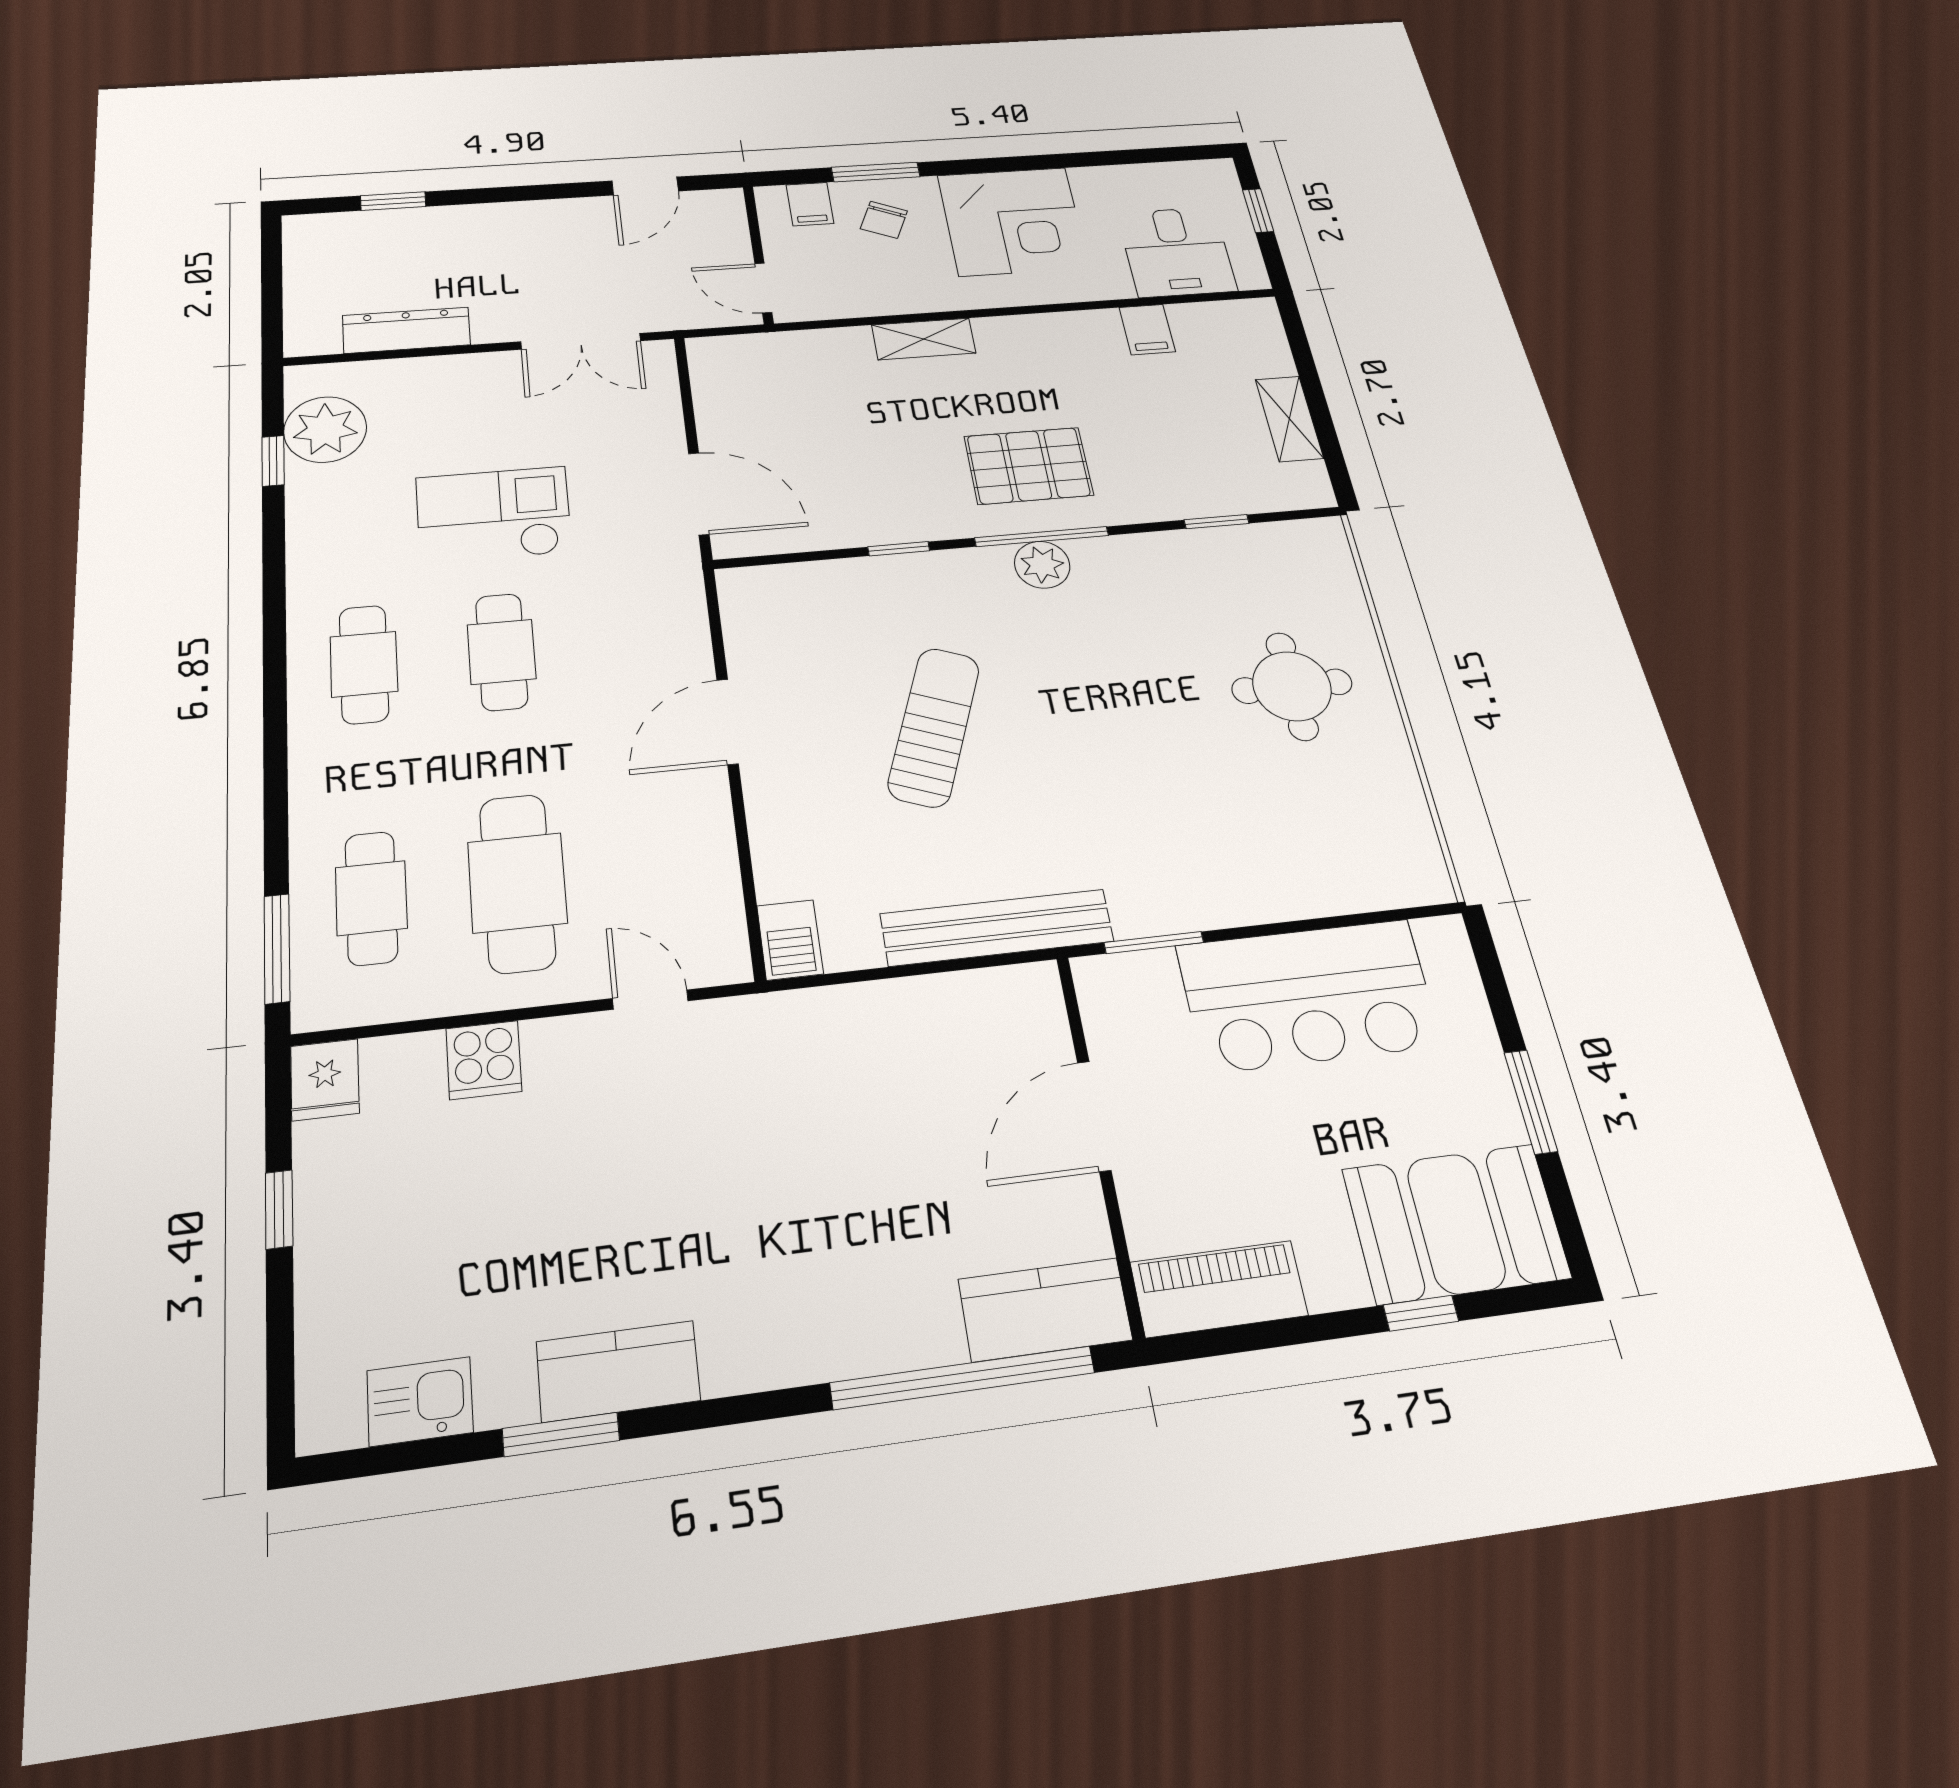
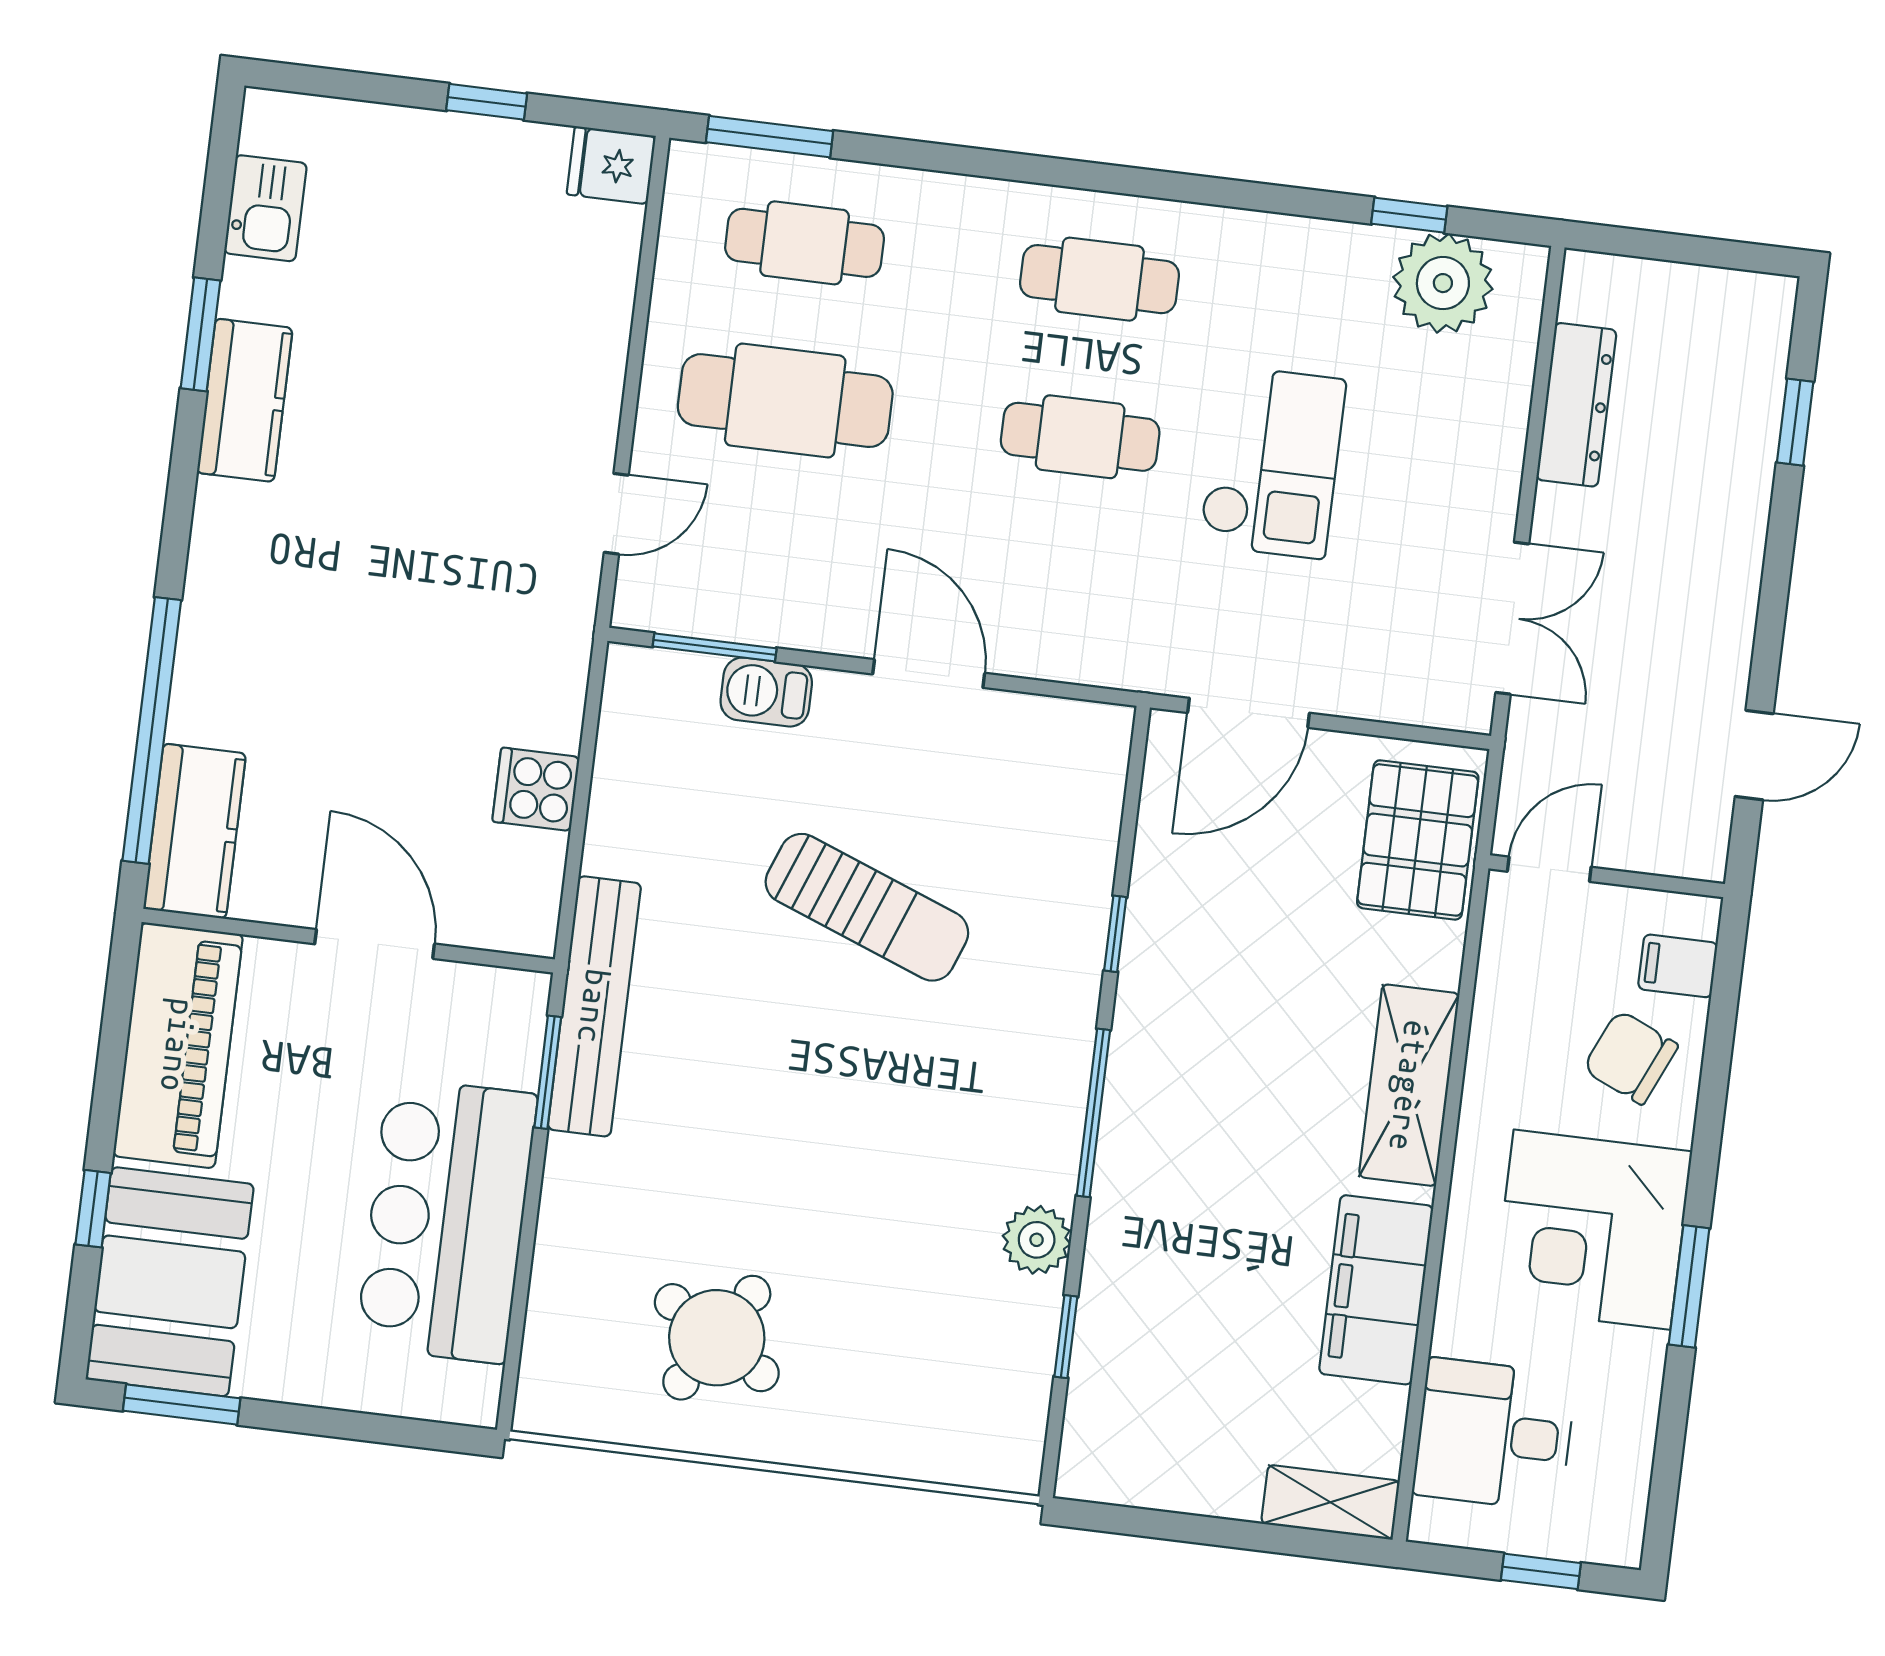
window: (876, 172) -> (1689, 1286), moved
door: (645, 186) -> (1754, 755), swing flipped
chair: (884, 220) -> (1630, 1057), width x1.37, depth x1.37
filing cabinet: (1147, 330) -> (1376, 1290), width x3.00, depth x1.17
shelving: (924, 339) -> (1409, 1085), width x1.50, depth x1.33
double door: (581, 341) -> (1512, 618), swing flipped
shelving: (1289, 419) -> (1330, 1502), moved
pallet: (1029, 466) -> (1418, 840), moved
plant: (1042, 565) -> (1037, 1240), moved
round table: (1292, 686) -> (717, 1338), moved, turned 32
window: (749, 891) -> (715, 647), added
bench: (997, 928) -> (594, 1006), moved
barbecue: (790, 940) -> (766, 692), moved
cooker: (484, 1060) -> (536, 789), moved
window: (1531, 1102) -> (182, 1405), moved
piano: (1219, 1289) -> (178, 1045), width x1.37, depth x1.33

